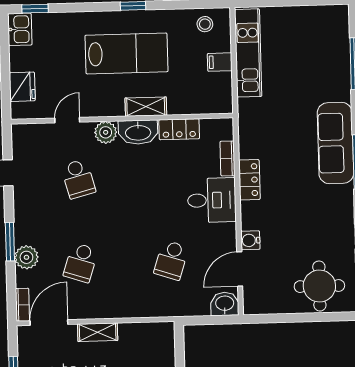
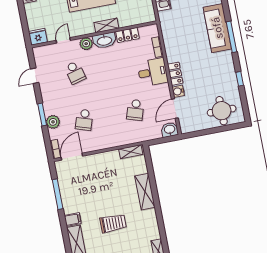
fridge: (22, 87) -> (38, 37), moved, turned -90
locker: (249, 180) -> (175, 74), moved
shelving: (98, 332) -> (131, 152), moved

